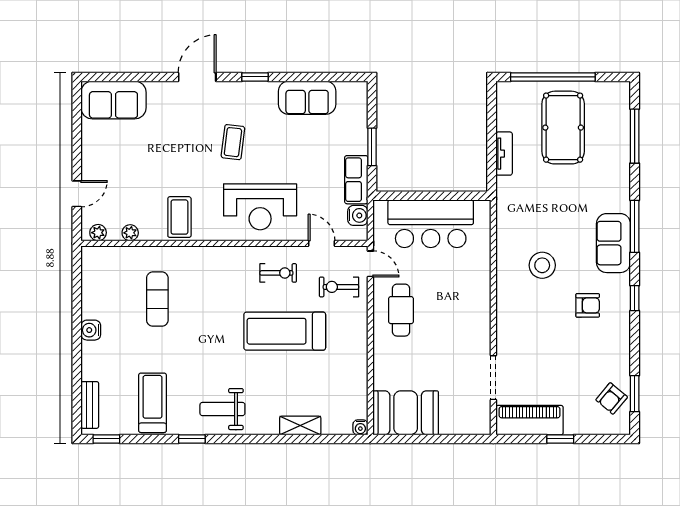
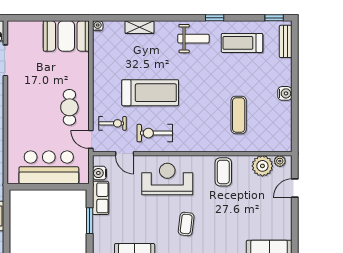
plant: (130, 233) -> (262, 166), width x1.88, depth x1.88
exercise bike: (278, 273) -> (155, 133), width x1.38, depth x1.39
treadmill: (152, 403) -> (242, 43), turned 90

